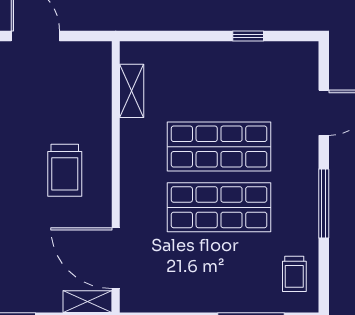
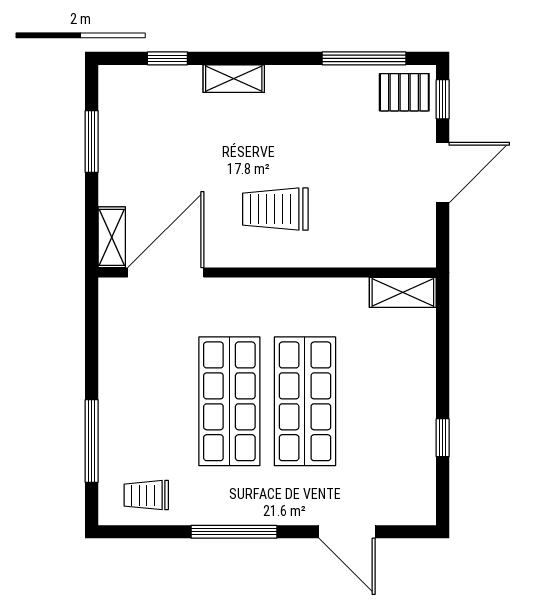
shelving: (132, 91) -> (403, 292), moved

